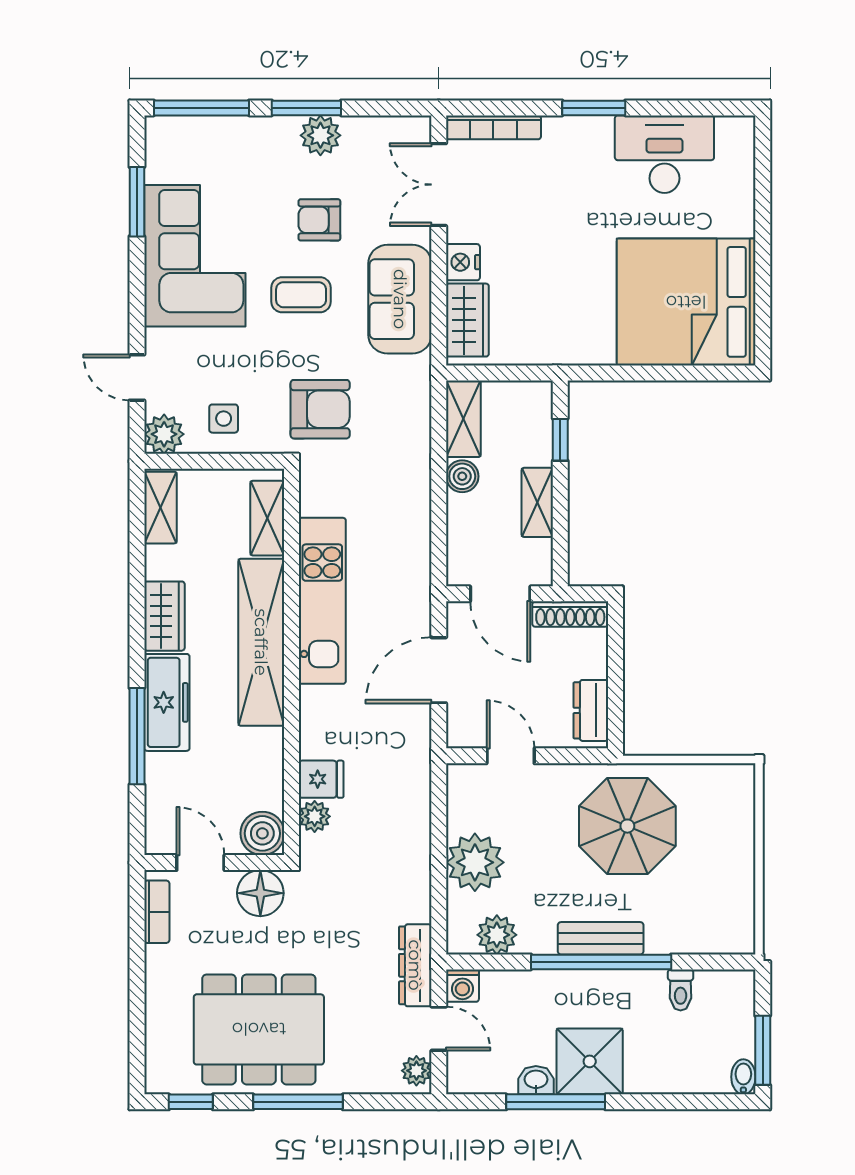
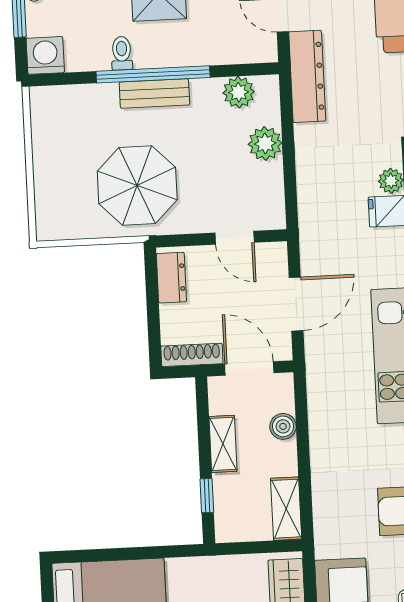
boiler: (462, 476) -> (283, 426), moved
plant: (475, 862) -> (265, 144), width x0.73, depth x0.73
dresser: (415, 965) -> (307, 76), width x1.37, depth x1.24
washing machine: (462, 986) -> (45, 55), moved, width x1.38, depth x1.38
toilet: (681, 990) -> (122, 53), moved

